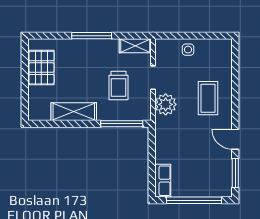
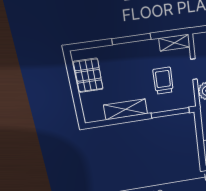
trolley: (118, 85) -> (163, 81), turned 180

